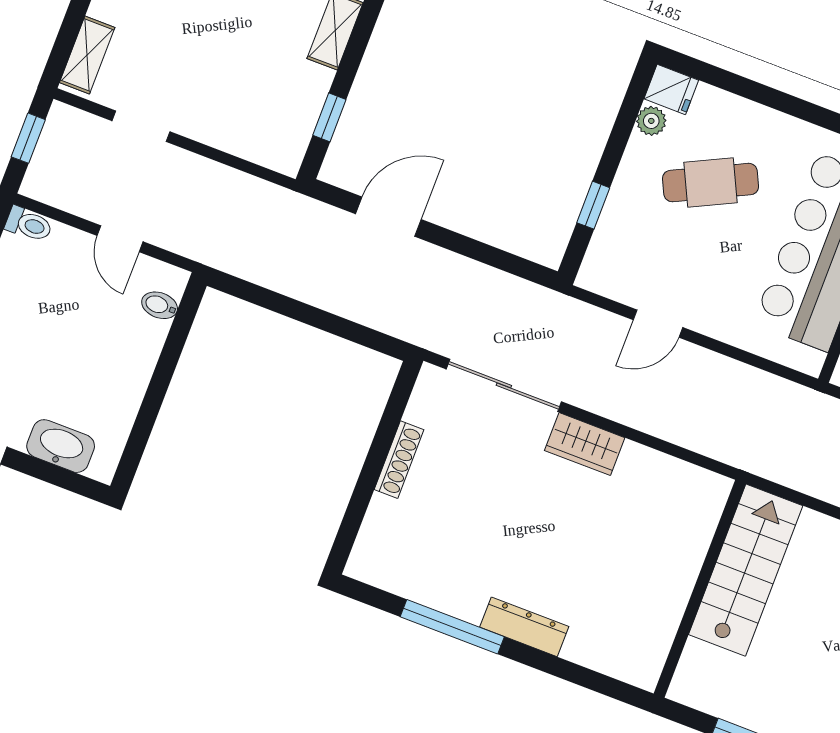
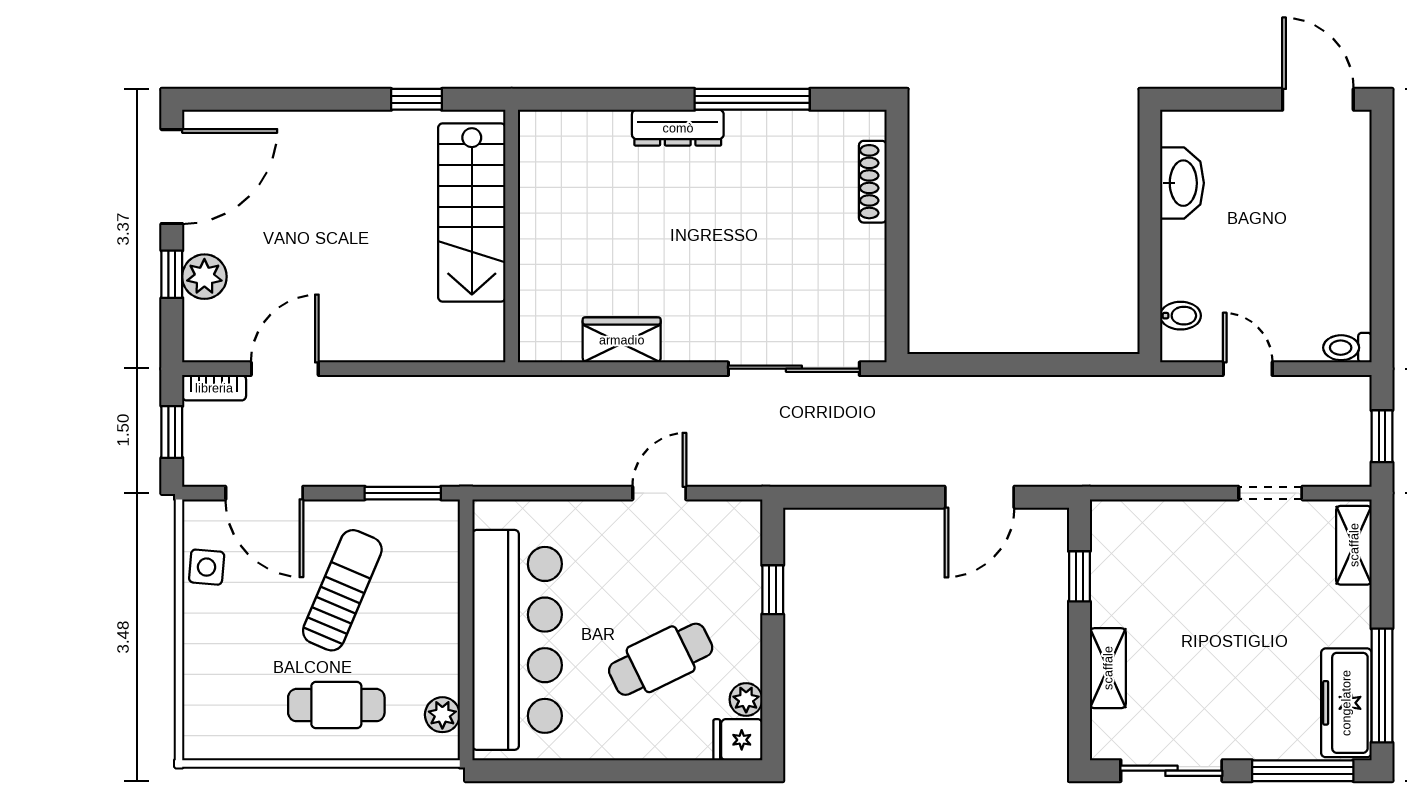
wardrobe: (585, 444) -> (622, 340), moved
washbasin: (61, 446) -> (1182, 183), moved, turned -90
shoe rack: (399, 460) -> (873, 182), moved
stairs: (746, 570) -> (472, 213), moved

